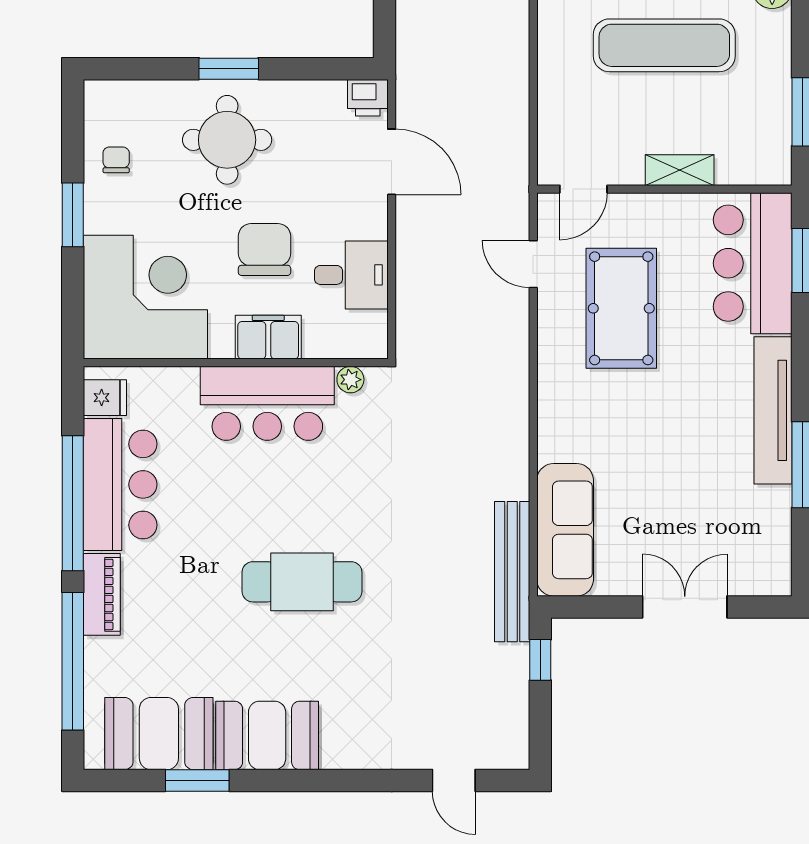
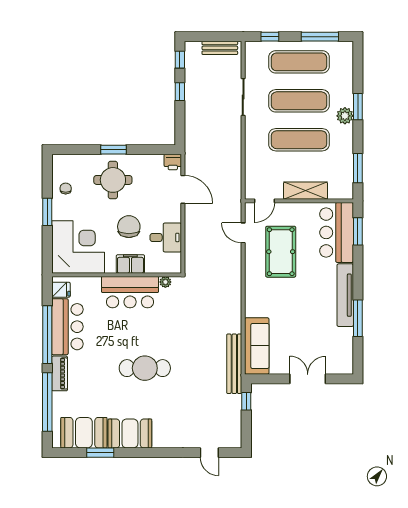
shelving: (680, 170) -> (306, 191), width x1.50, depth x1.33

